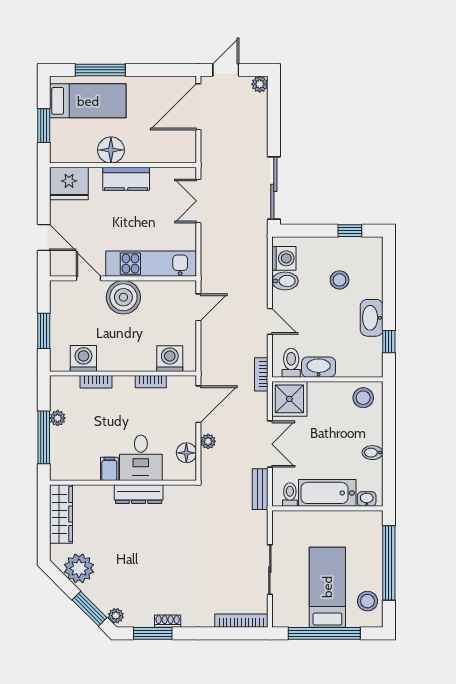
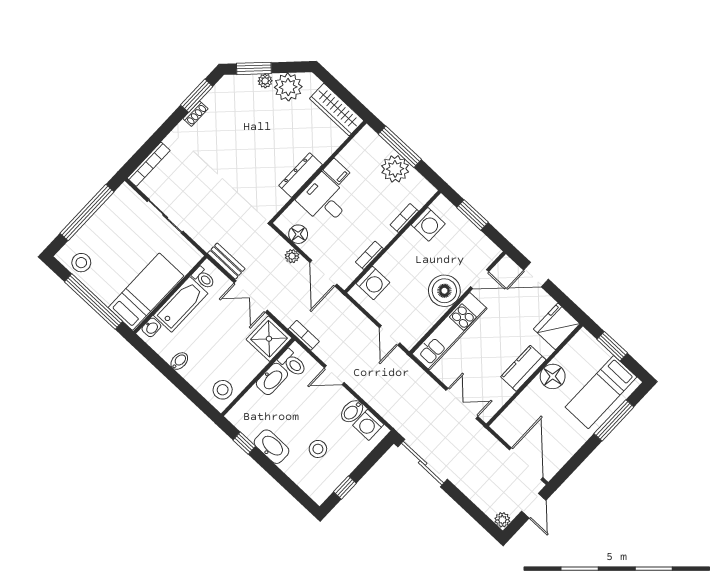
plant: (58, 418) -> (395, 169), width x1.87, depth x1.87
bed: (327, 587) -> (146, 292), moved, turned -90
plant: (116, 616) -> (265, 81), moved

